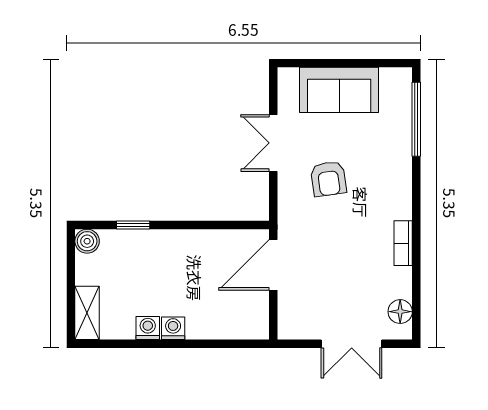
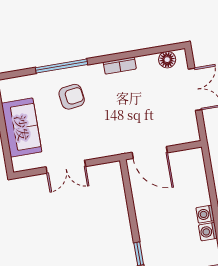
window: (416, 119) -> (61, 66), moved
armchair: (328, 179) -> (72, 97), moved

